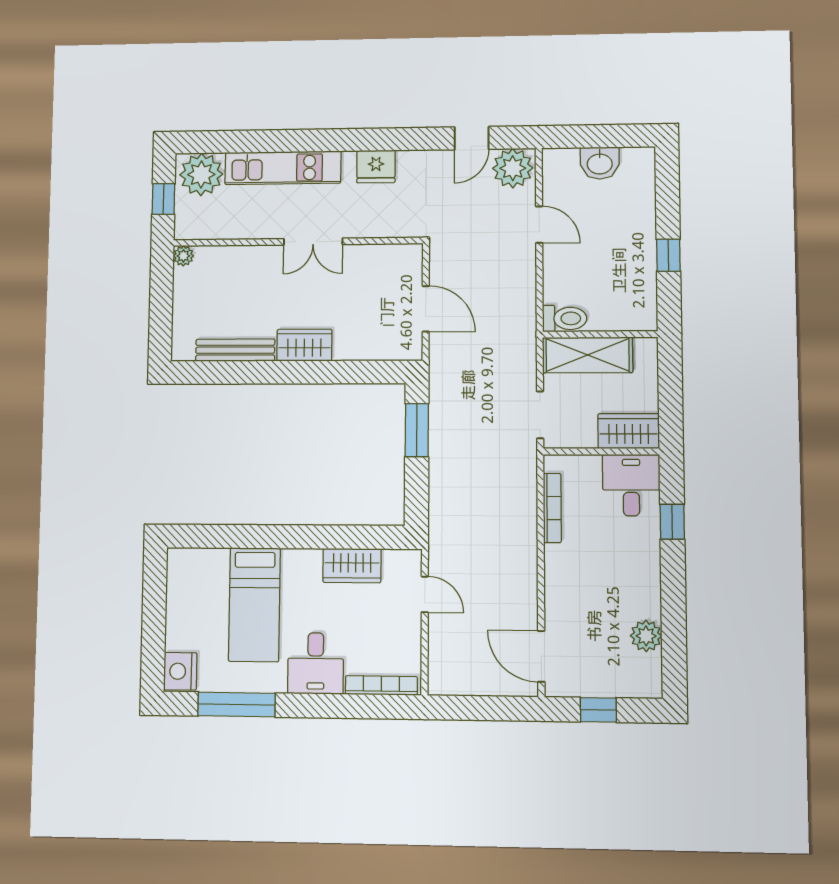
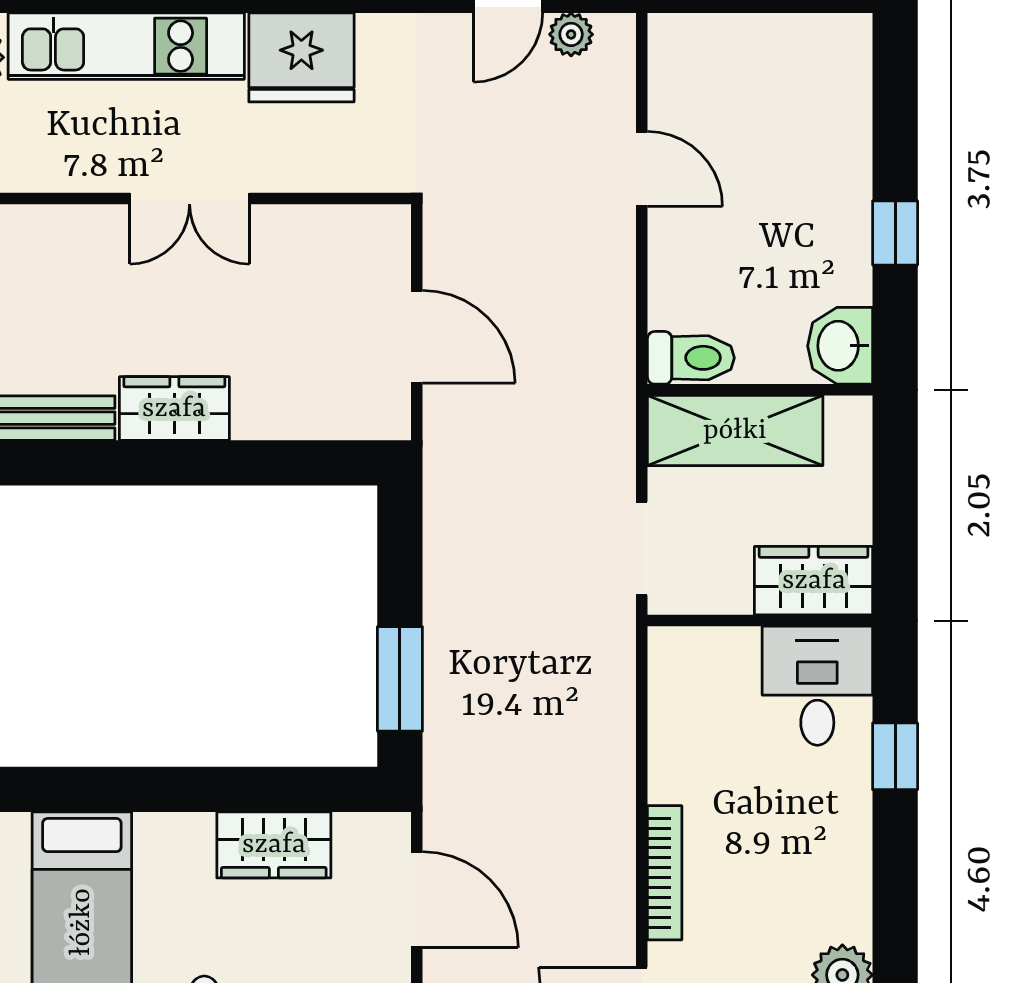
washbasin: (600, 163) -> (840, 346), moved, turned 90
fridge: (376, 167) -> (301, 57), width x1.36, depth x1.34
plant: (513, 168) -> (571, 34), width x0.53, depth x0.53
window: (417, 430) -> (400, 679), moved
bookcase: (552, 508) -> (665, 873), moved
door: (425, 594) -> (417, 900), width x1.38

